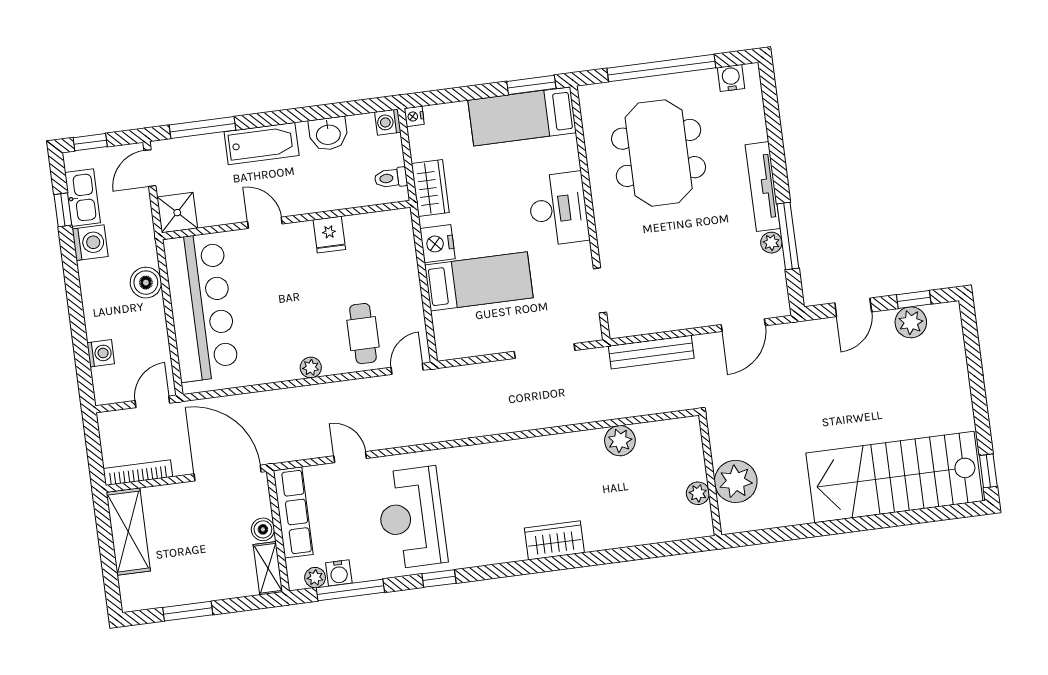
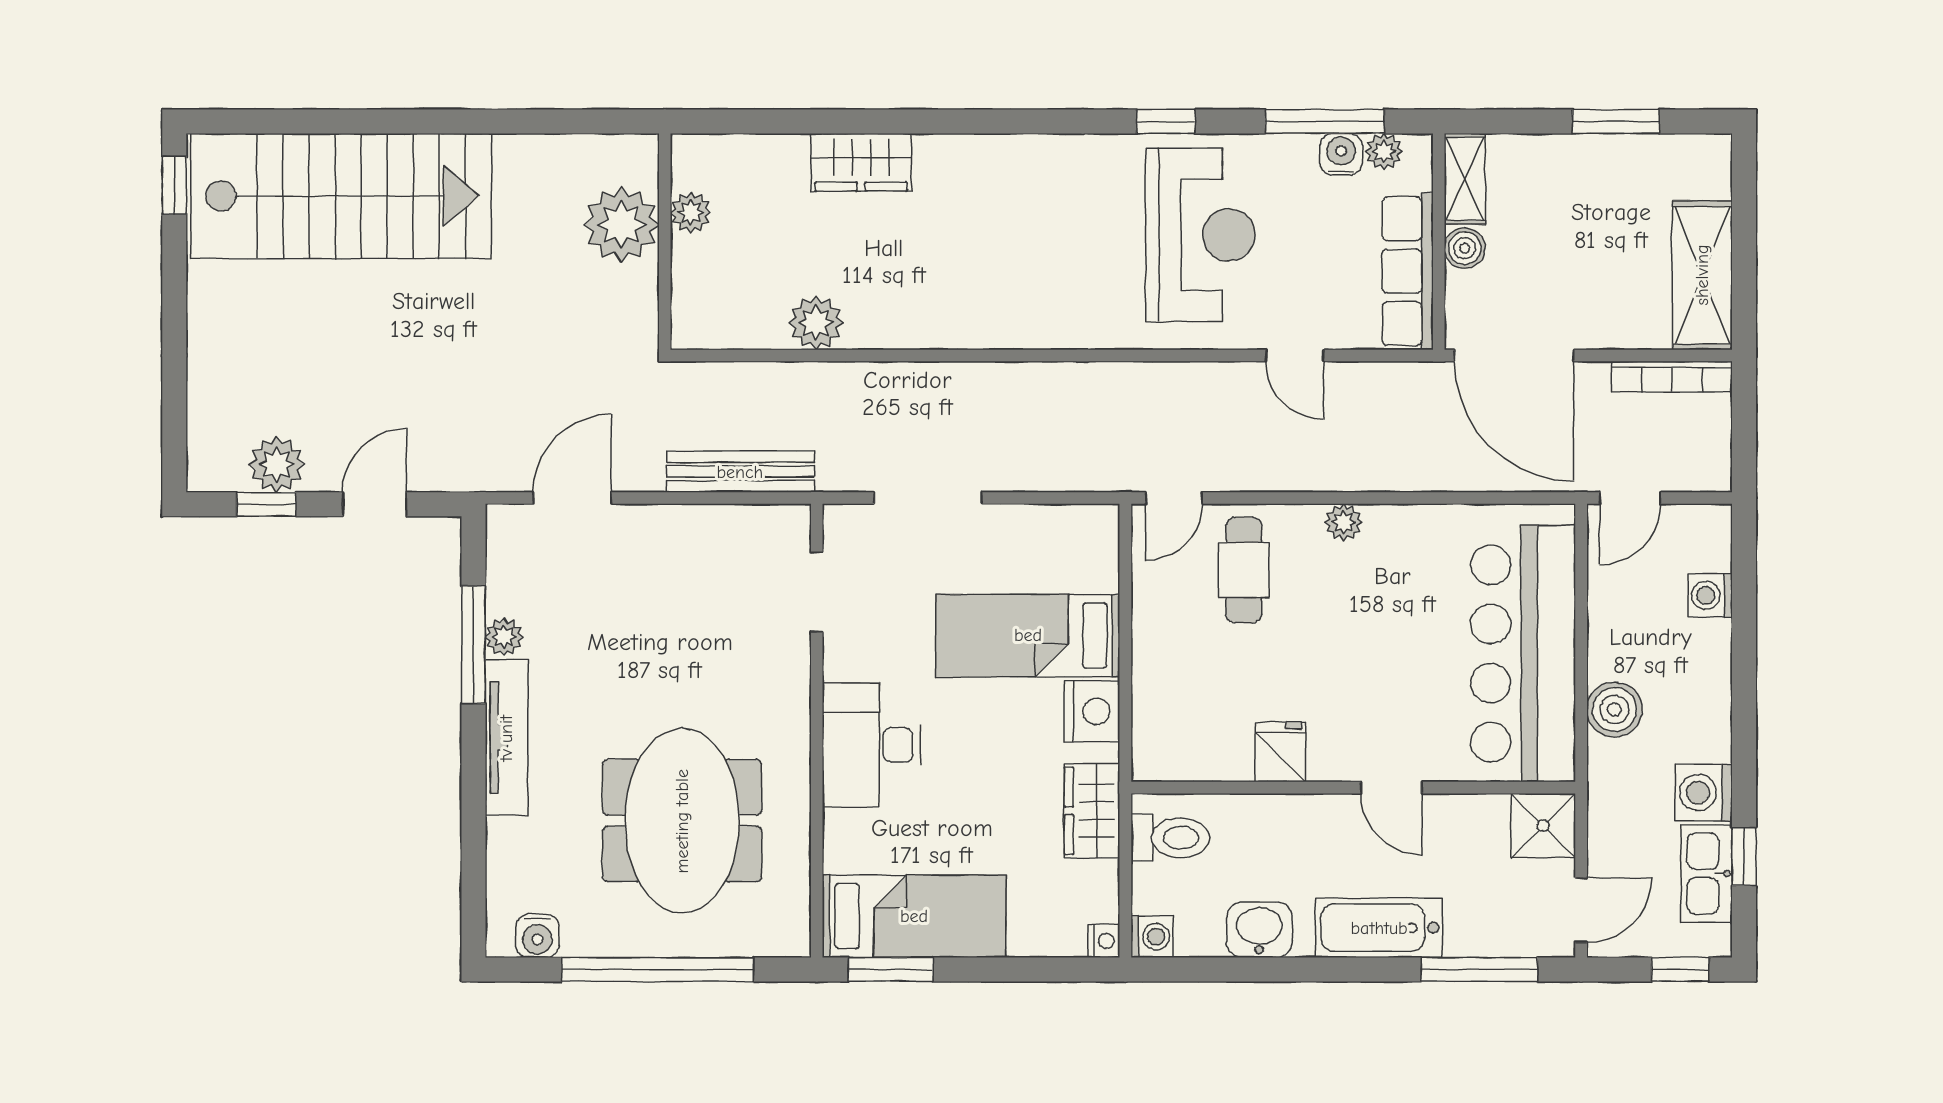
toilet: (391, 178) -> (1170, 838), width x1.37, depth x1.39
wardrobe: (554, 540) -> (861, 162), moved

